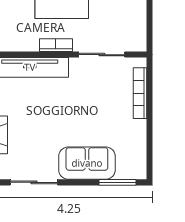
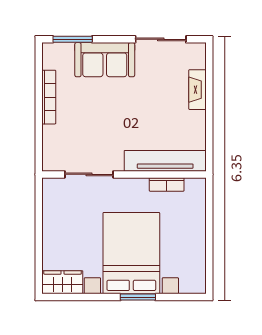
bookcase: (56, 45) -> (167, 184), moved
bookcase: (140, 93) -> (49, 97), moved

